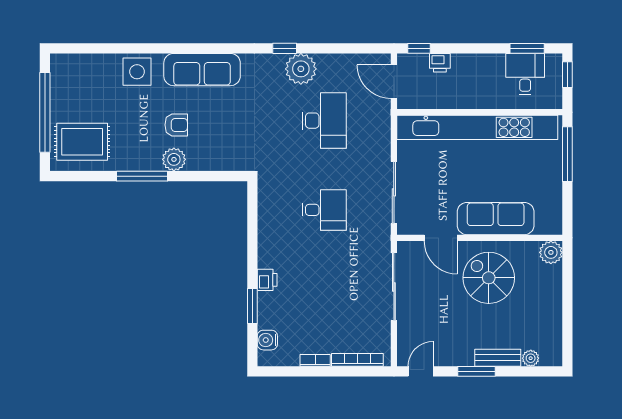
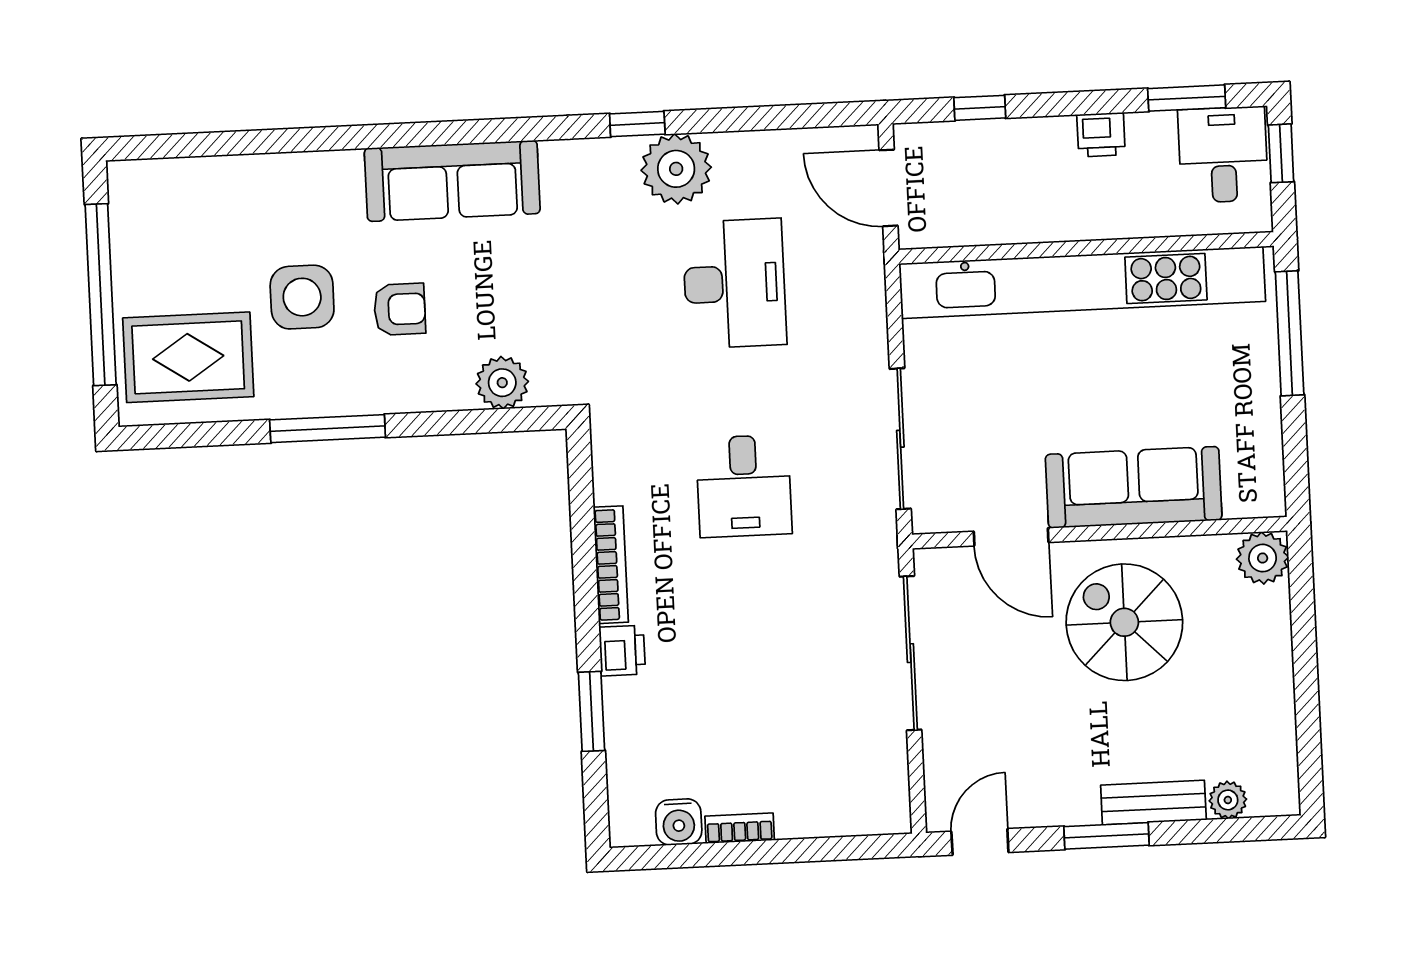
window: (419, 48) -> (980, 108), moved
printer: (440, 63) -> (1101, 135), moved
side table: (137, 72) -> (302, 297), moved
desk: (525, 74) -> (1223, 155), moved
plant: (174, 159) -> (502, 383), moved
desk: (324, 210) -> (744, 486), turned 90
water cooler: (267, 340) -> (679, 822), moved, turned -90
bookcase: (357, 360) -> (611, 565), moved, turned 90

